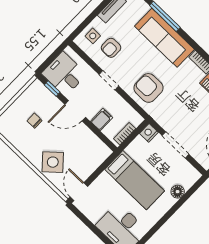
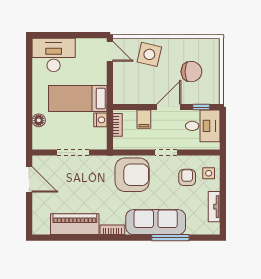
armchair: (148, 88) -> (132, 175), width x1.36, depth x1.36
chair: (35, 121) -> (191, 72), width x1.87, depth x1.87
nightstand: (149, 133) -> (100, 120), moved
side table: (53, 162) -> (149, 54), turned -35

